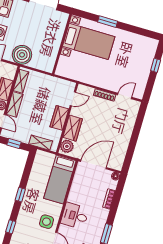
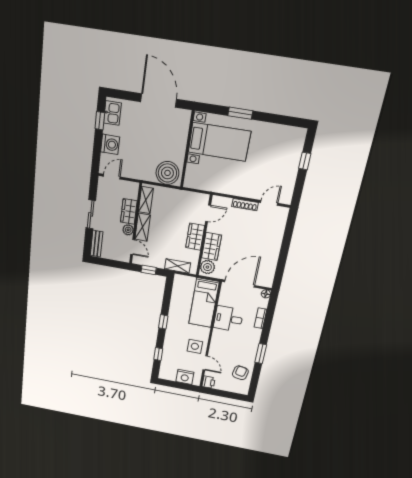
boiler: (22, 55) -> (167, 173), moved
desk: (75, 216) -> (228, 319), moved

